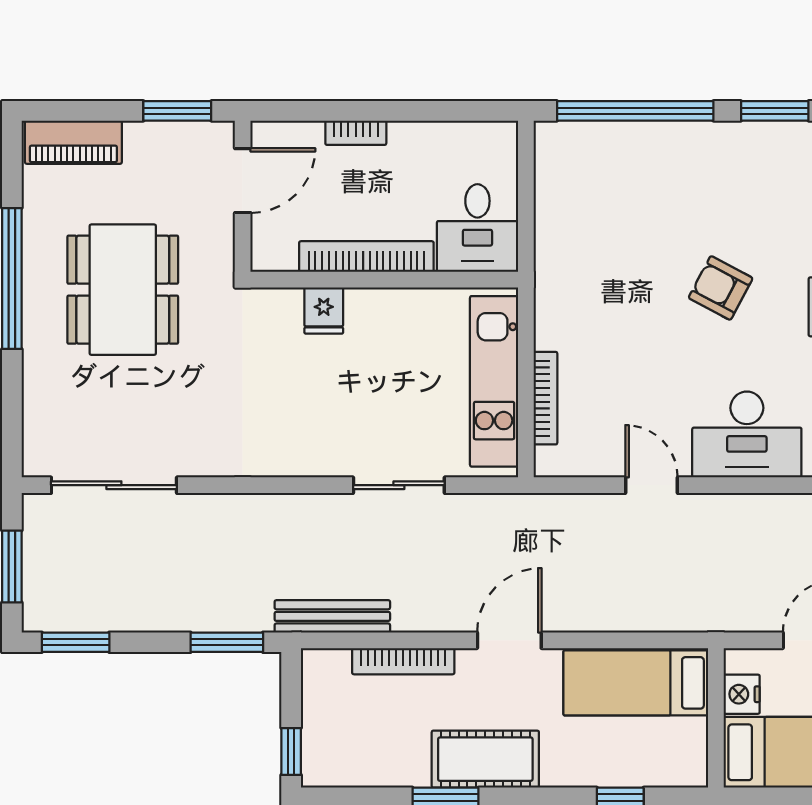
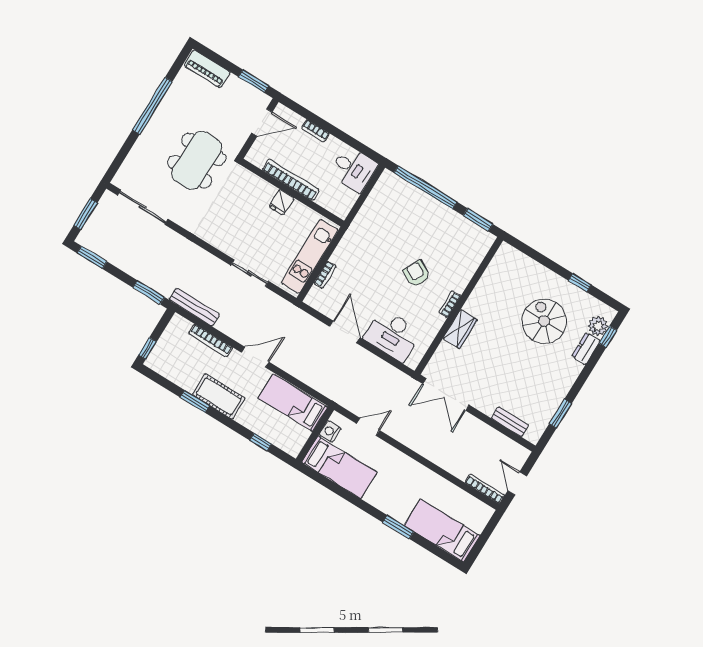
desk: (477, 228) -> (353, 169), moved, turned -90
dining table: (123, 290) -> (197, 160), moved
fridge: (324, 311) -> (282, 202), moved
bookcase: (545, 398) -> (325, 275), width x0.64
door: (651, 485) -> (345, 332), width x1.38

